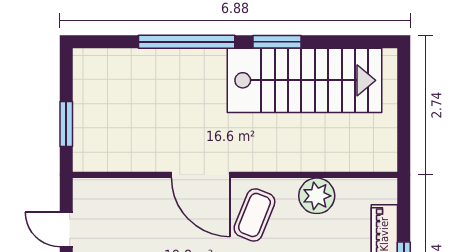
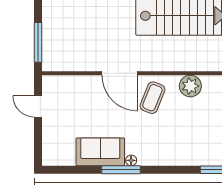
window: (66, 124) -> (38, 42), width x1.44

